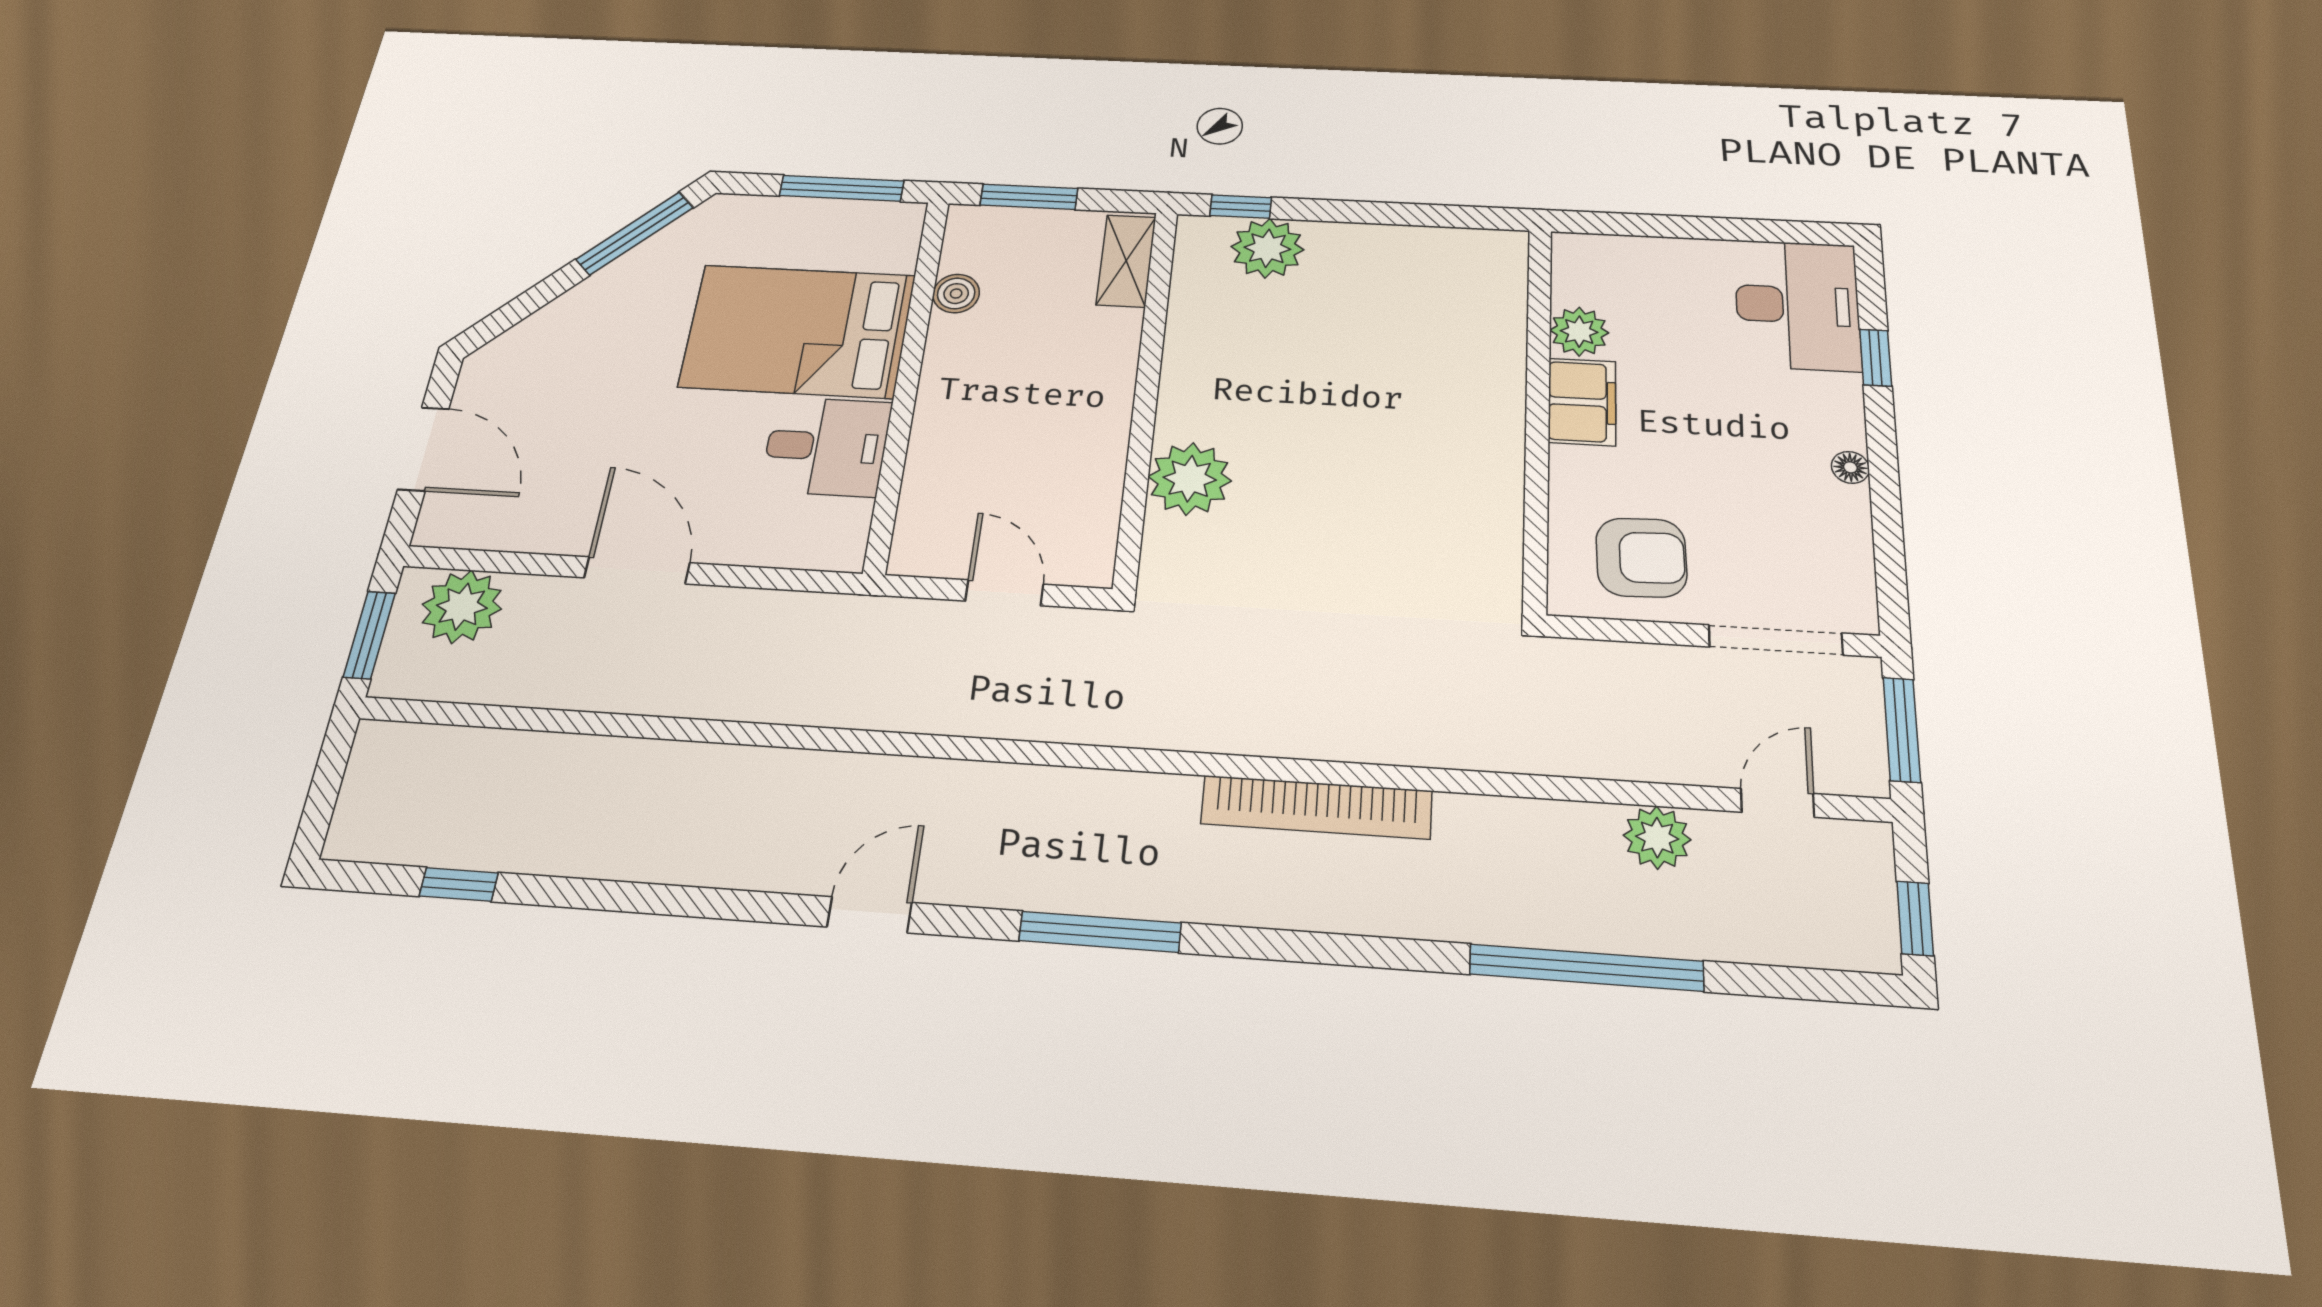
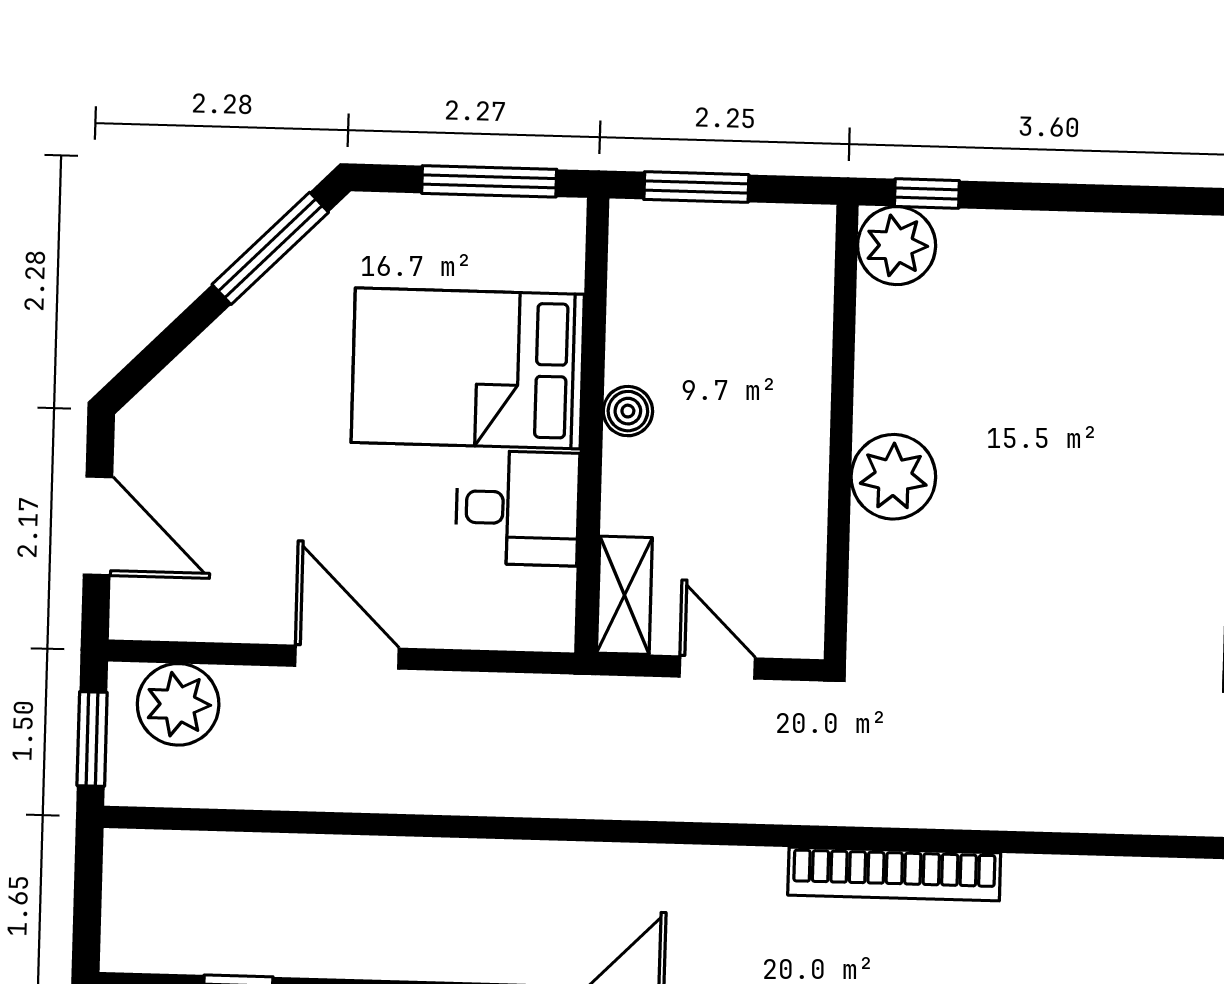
plant: (1267, 248) -> (897, 246), moved
shelving: (1126, 261) -> (624, 595), moved
boiler: (956, 294) -> (628, 411), moved
plant: (1190, 479) -> (893, 477), moved
bookcase: (1316, 807) -> (894, 874), moved

